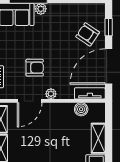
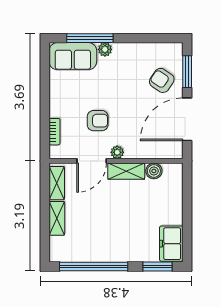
window: (109, 27) -> (187, 72), width x1.50
tv unit: (90, 93) -> (164, 152), removed
shelving: (98, 138) -> (126, 171), moved, turned 90

